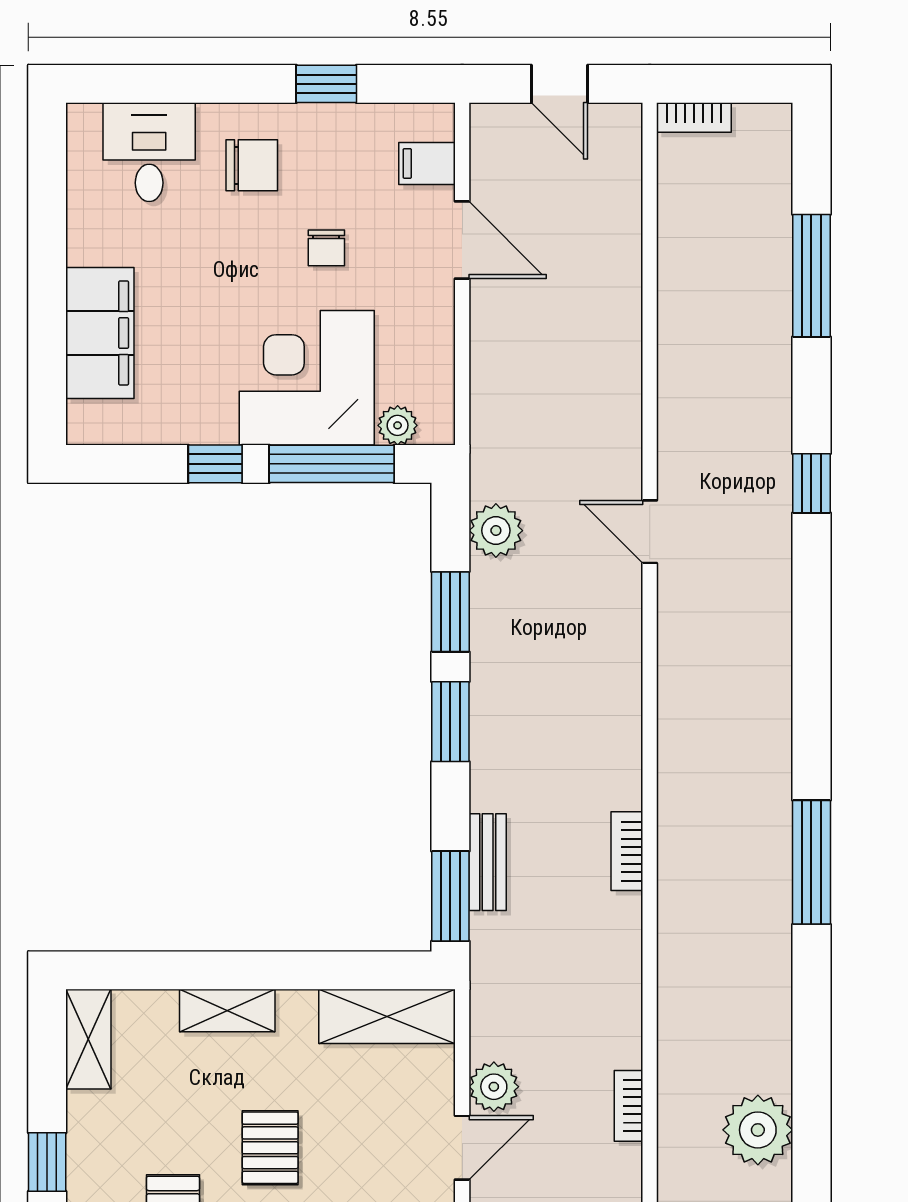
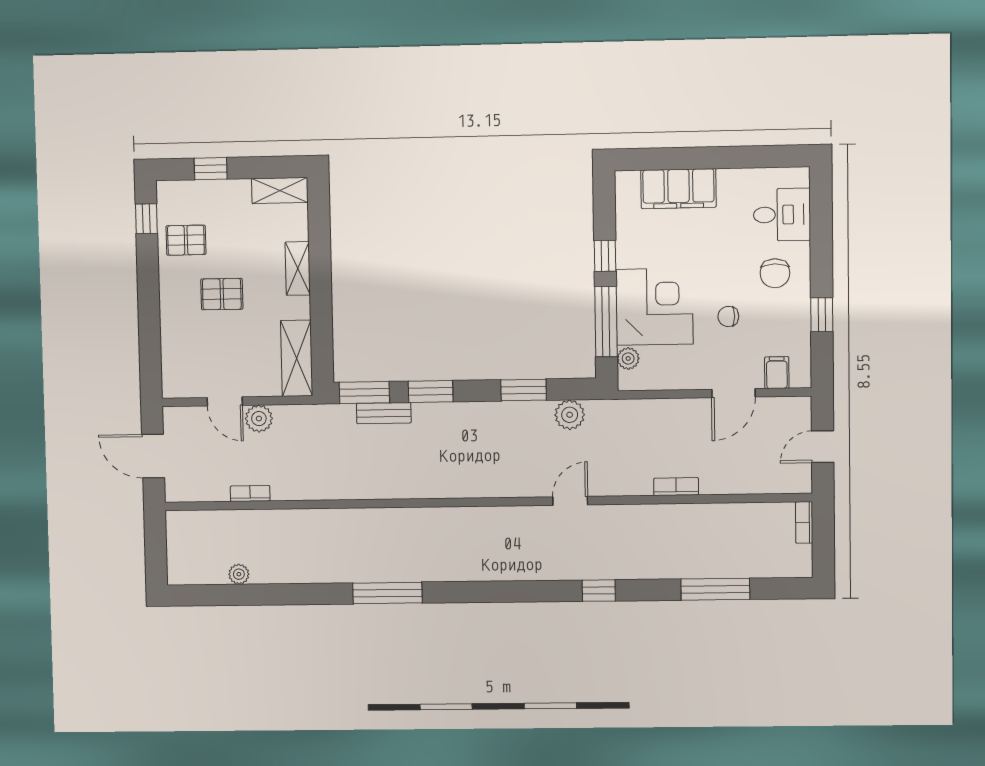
window: (450, 722) -> (431, 391), moved
bookcase: (627, 851) -> (676, 487), moved
plant: (758, 1130) -> (239, 574), width x0.53, depth x0.53

